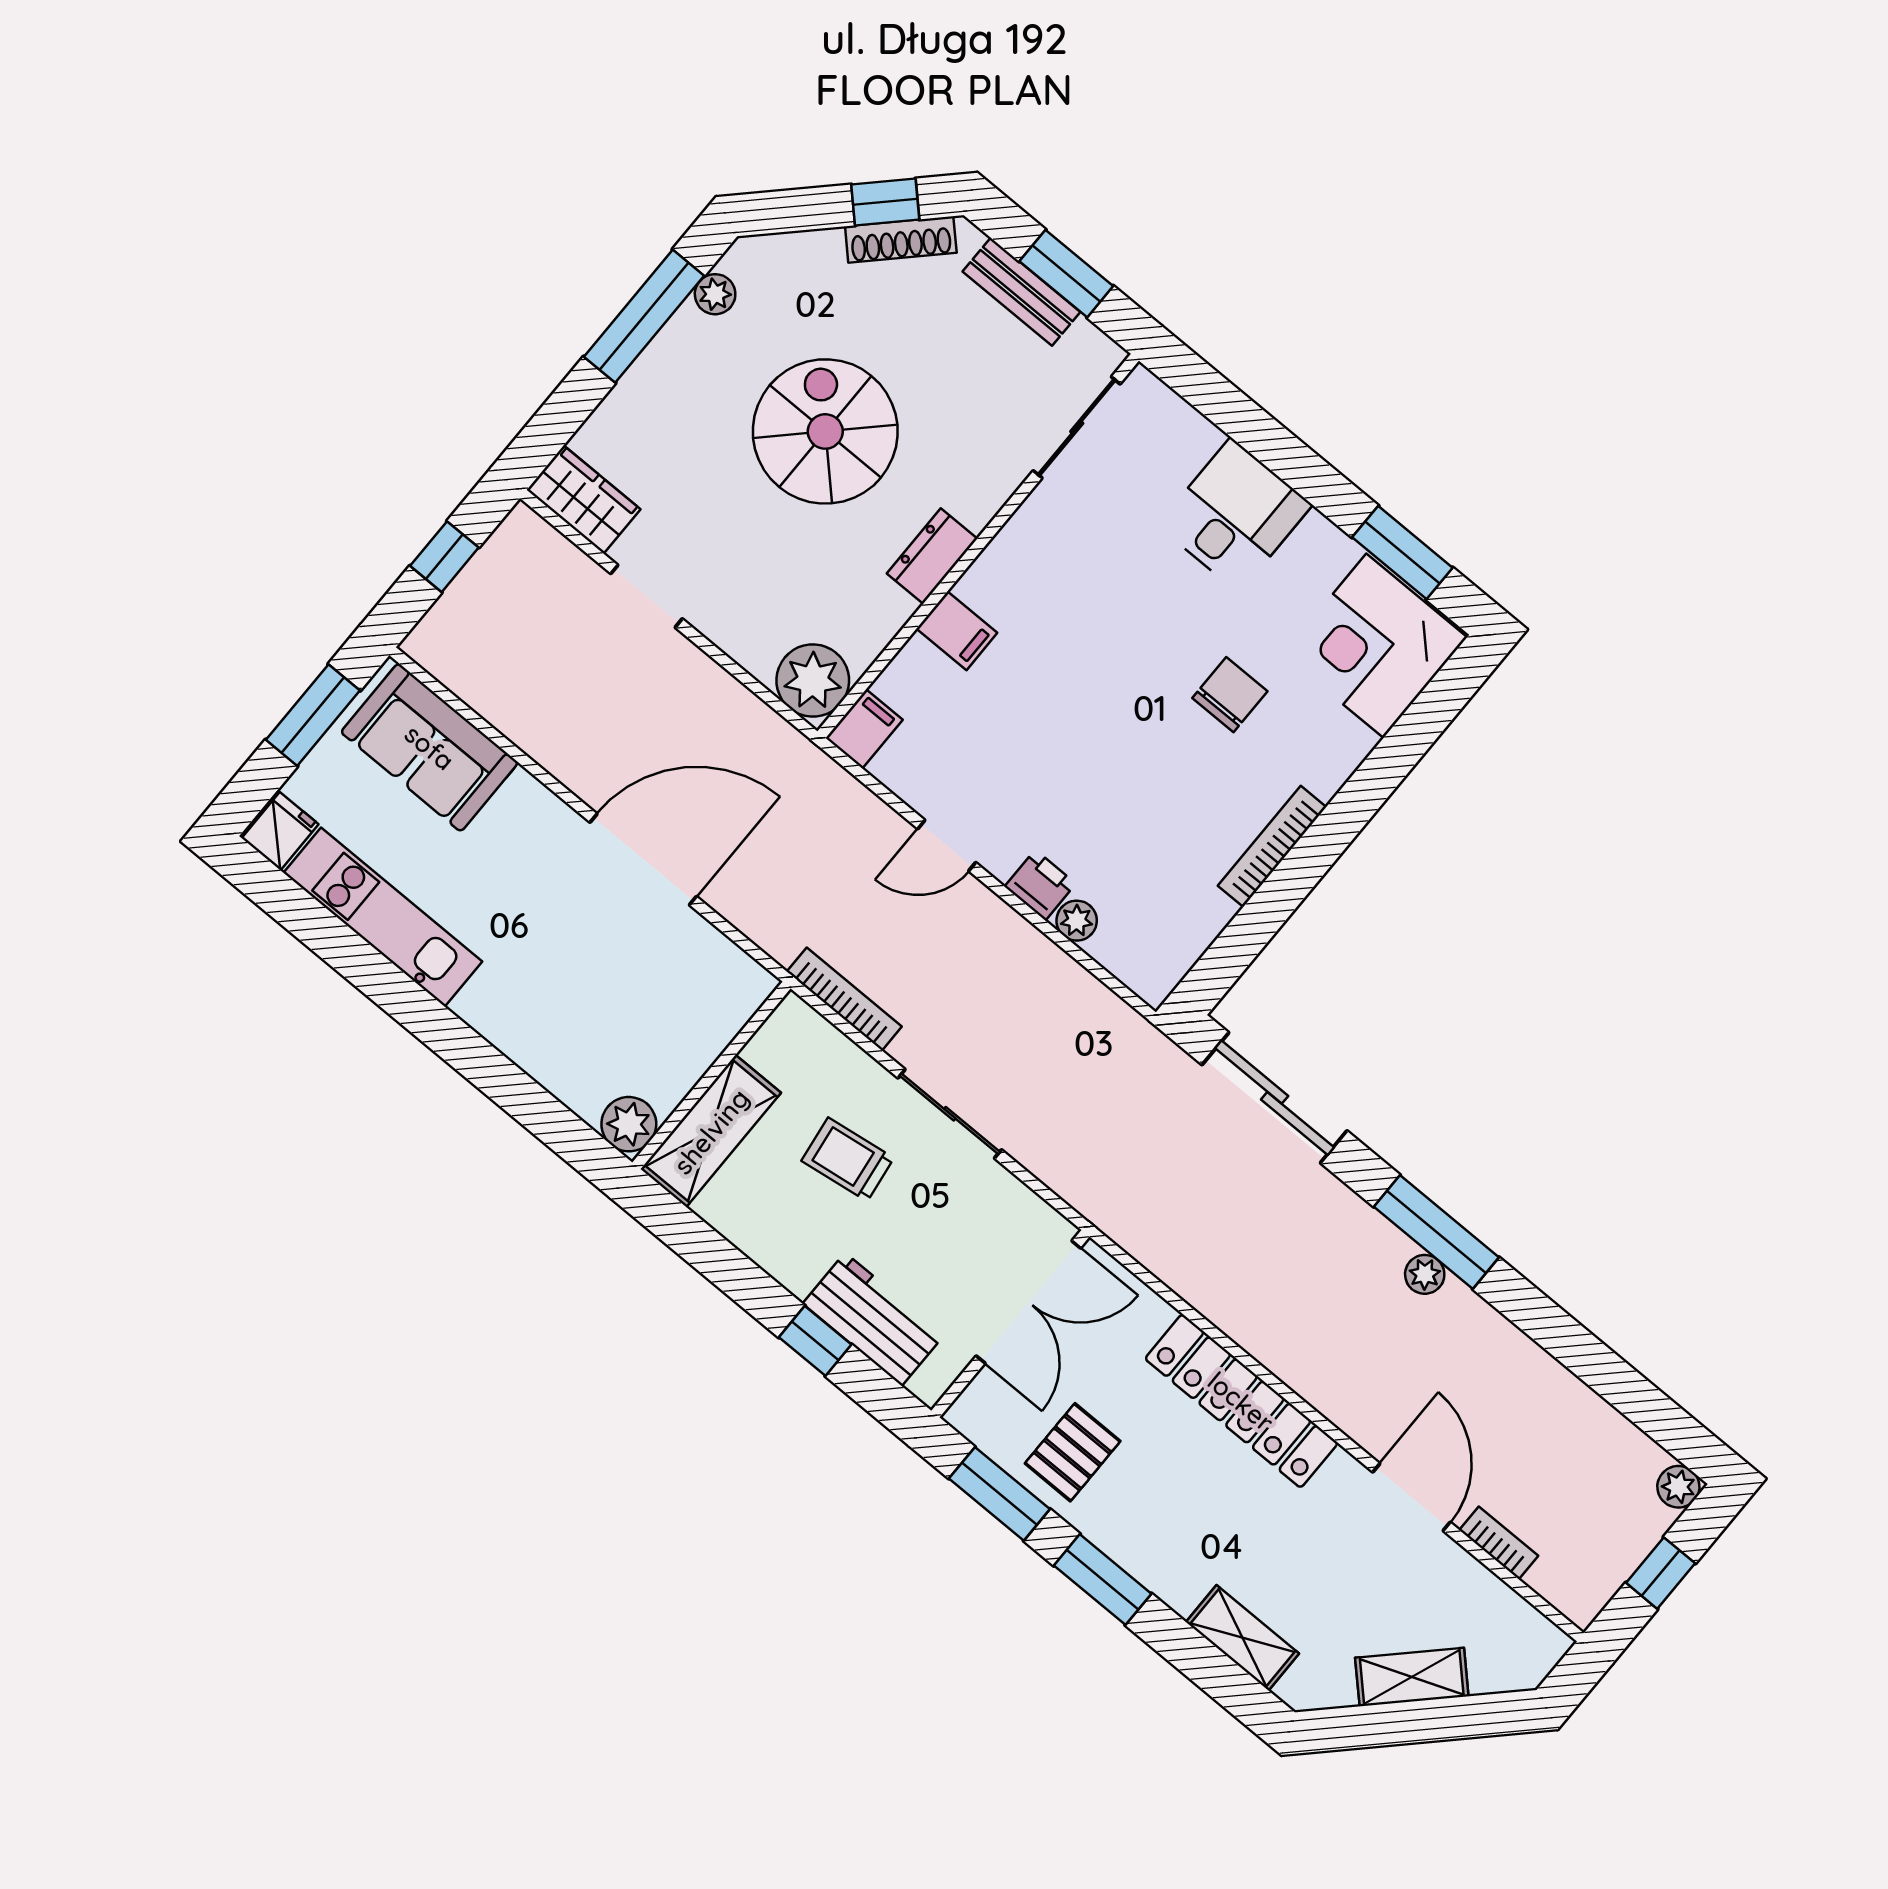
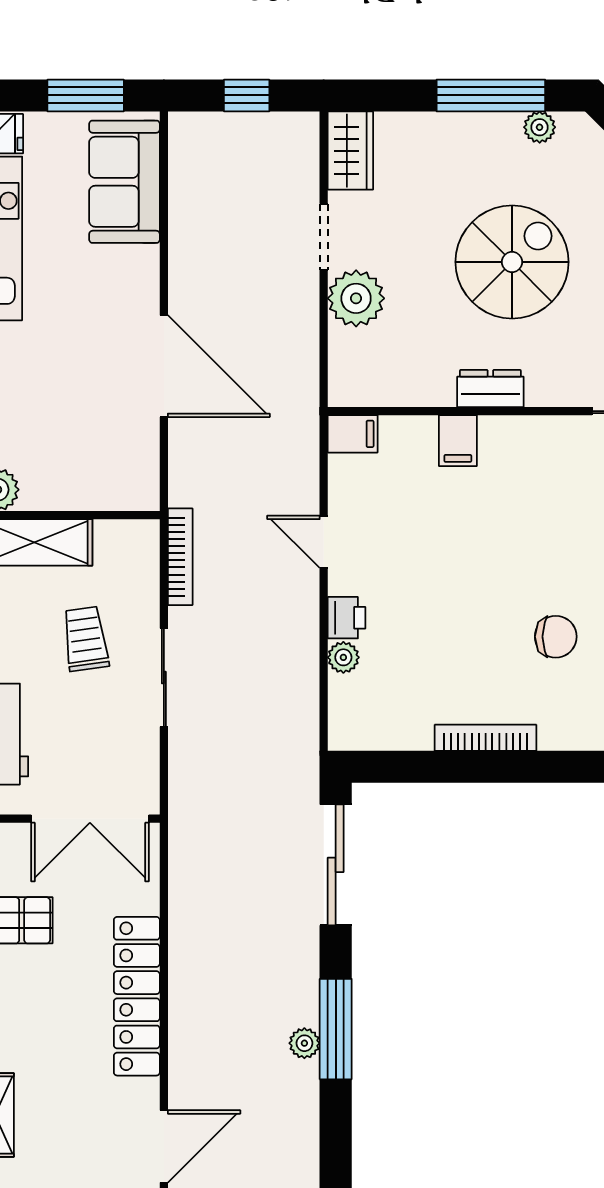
plant: (813, 681) -> (356, 298), moved

